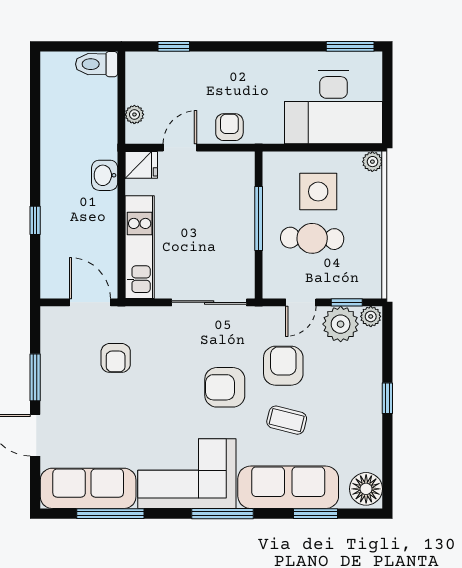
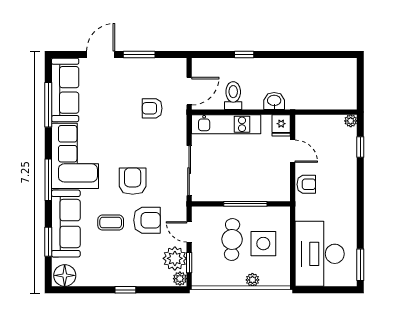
toilet: (97, 64) -> (233, 96), moved
plant: (134, 114) -> (351, 121), moved
plant: (372, 162) -> (252, 280), moved
coffee table: (287, 420) -> (111, 223), turned 76

